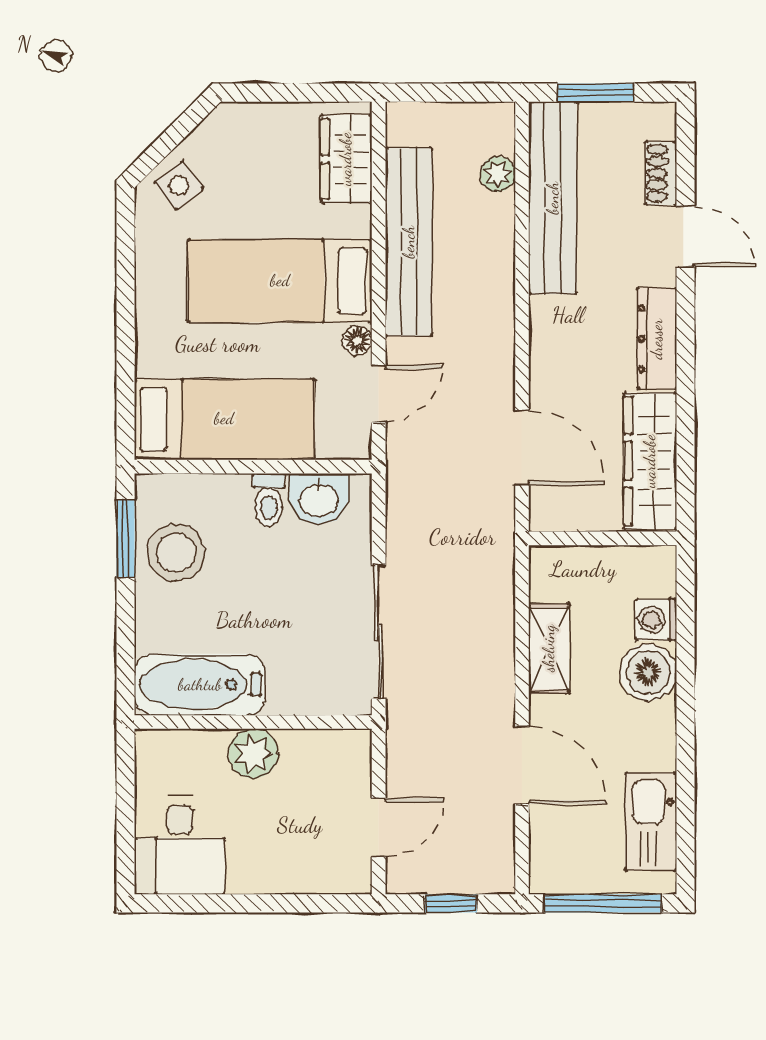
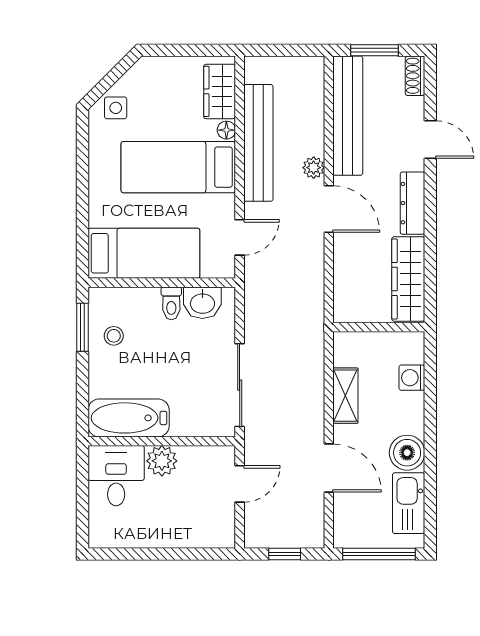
shoe rack: (661, 173) -> (415, 76), moved
plant: (498, 174) -> (314, 168), moved
side table: (179, 185) -> (116, 108), turned 37
floor lamp: (357, 340) -> (226, 130), moved
door: (522, 448) -> (329, 209), moved
stool: (176, 552) -> (114, 336), width x0.53, depth x0.53
boiler: (648, 672) -> (407, 453), moved
door: (379, 828) -> (240, 484), moved
desk: (180, 846) -> (116, 476), moved, turned 180

